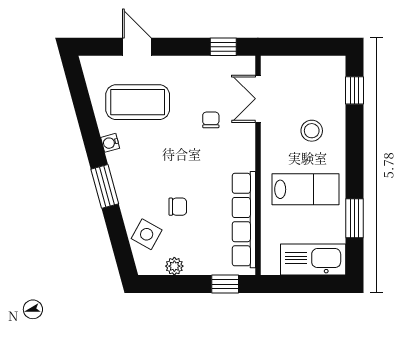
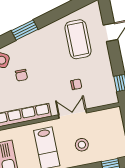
double door: (258, 99) -> (72, 114), moved
water cooler: (110, 143) -> (51, 28), removed

